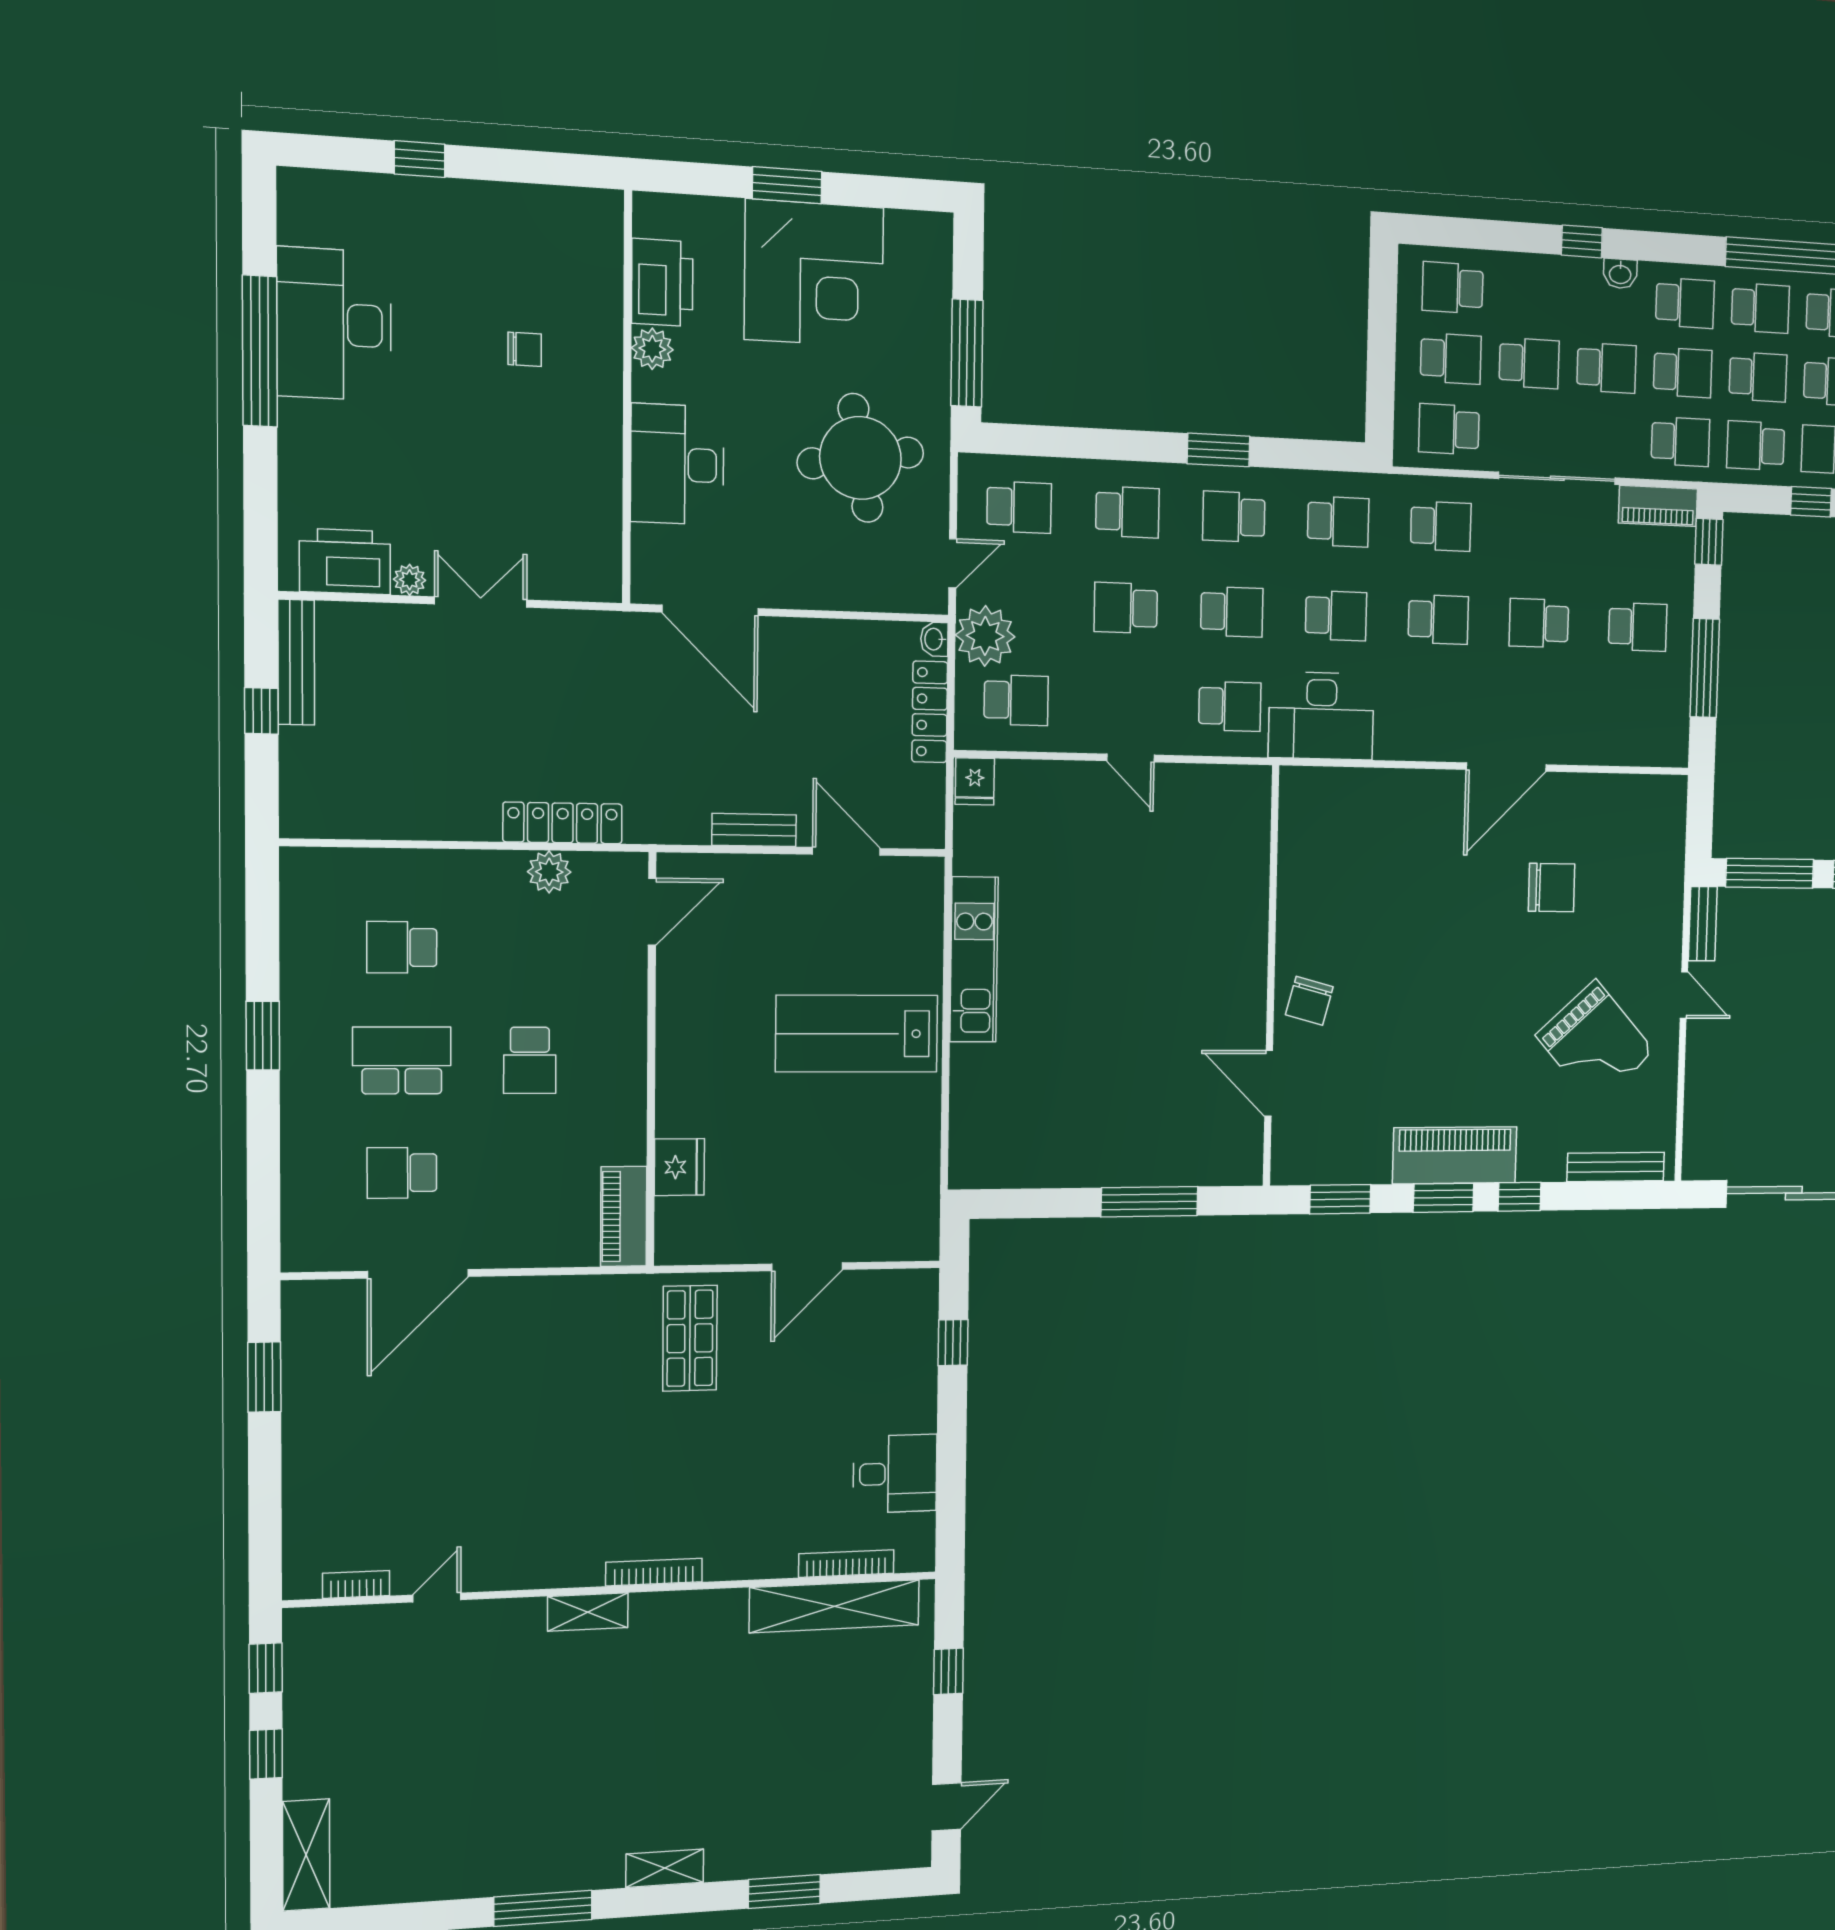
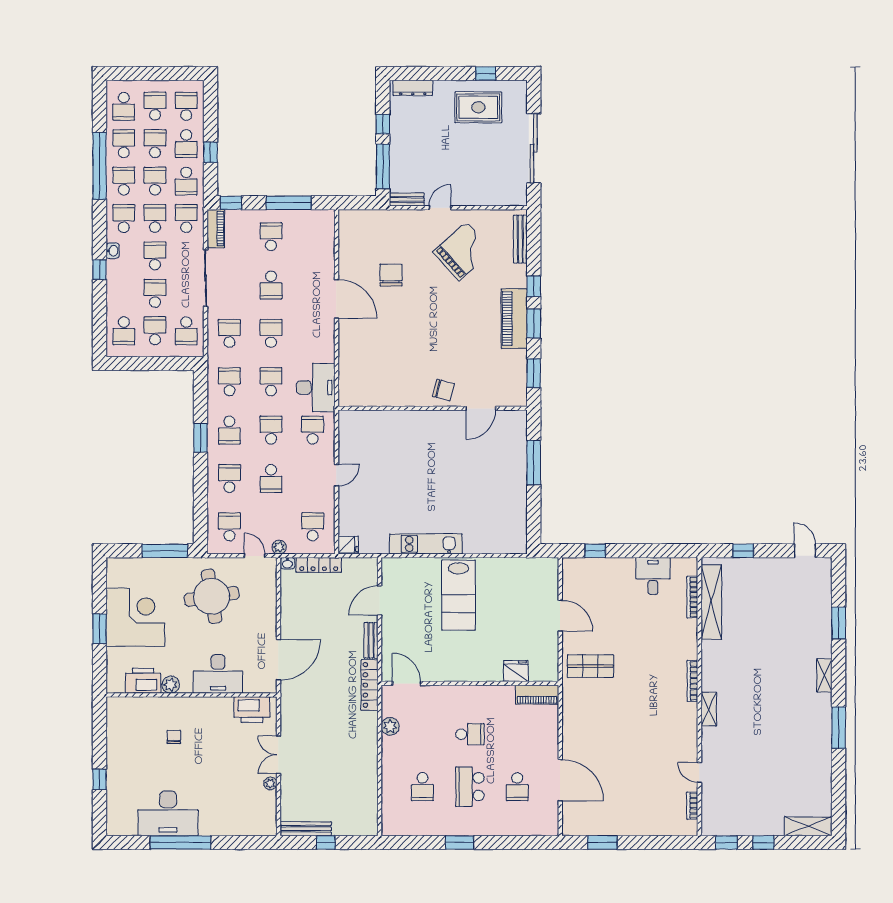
printer: (345, 561) -> (252, 710), moved, turned -90
plant: (985, 636) -> (279, 547), width x0.53, depth x0.53
locker: (563, 823) -> (369, 685), moved

